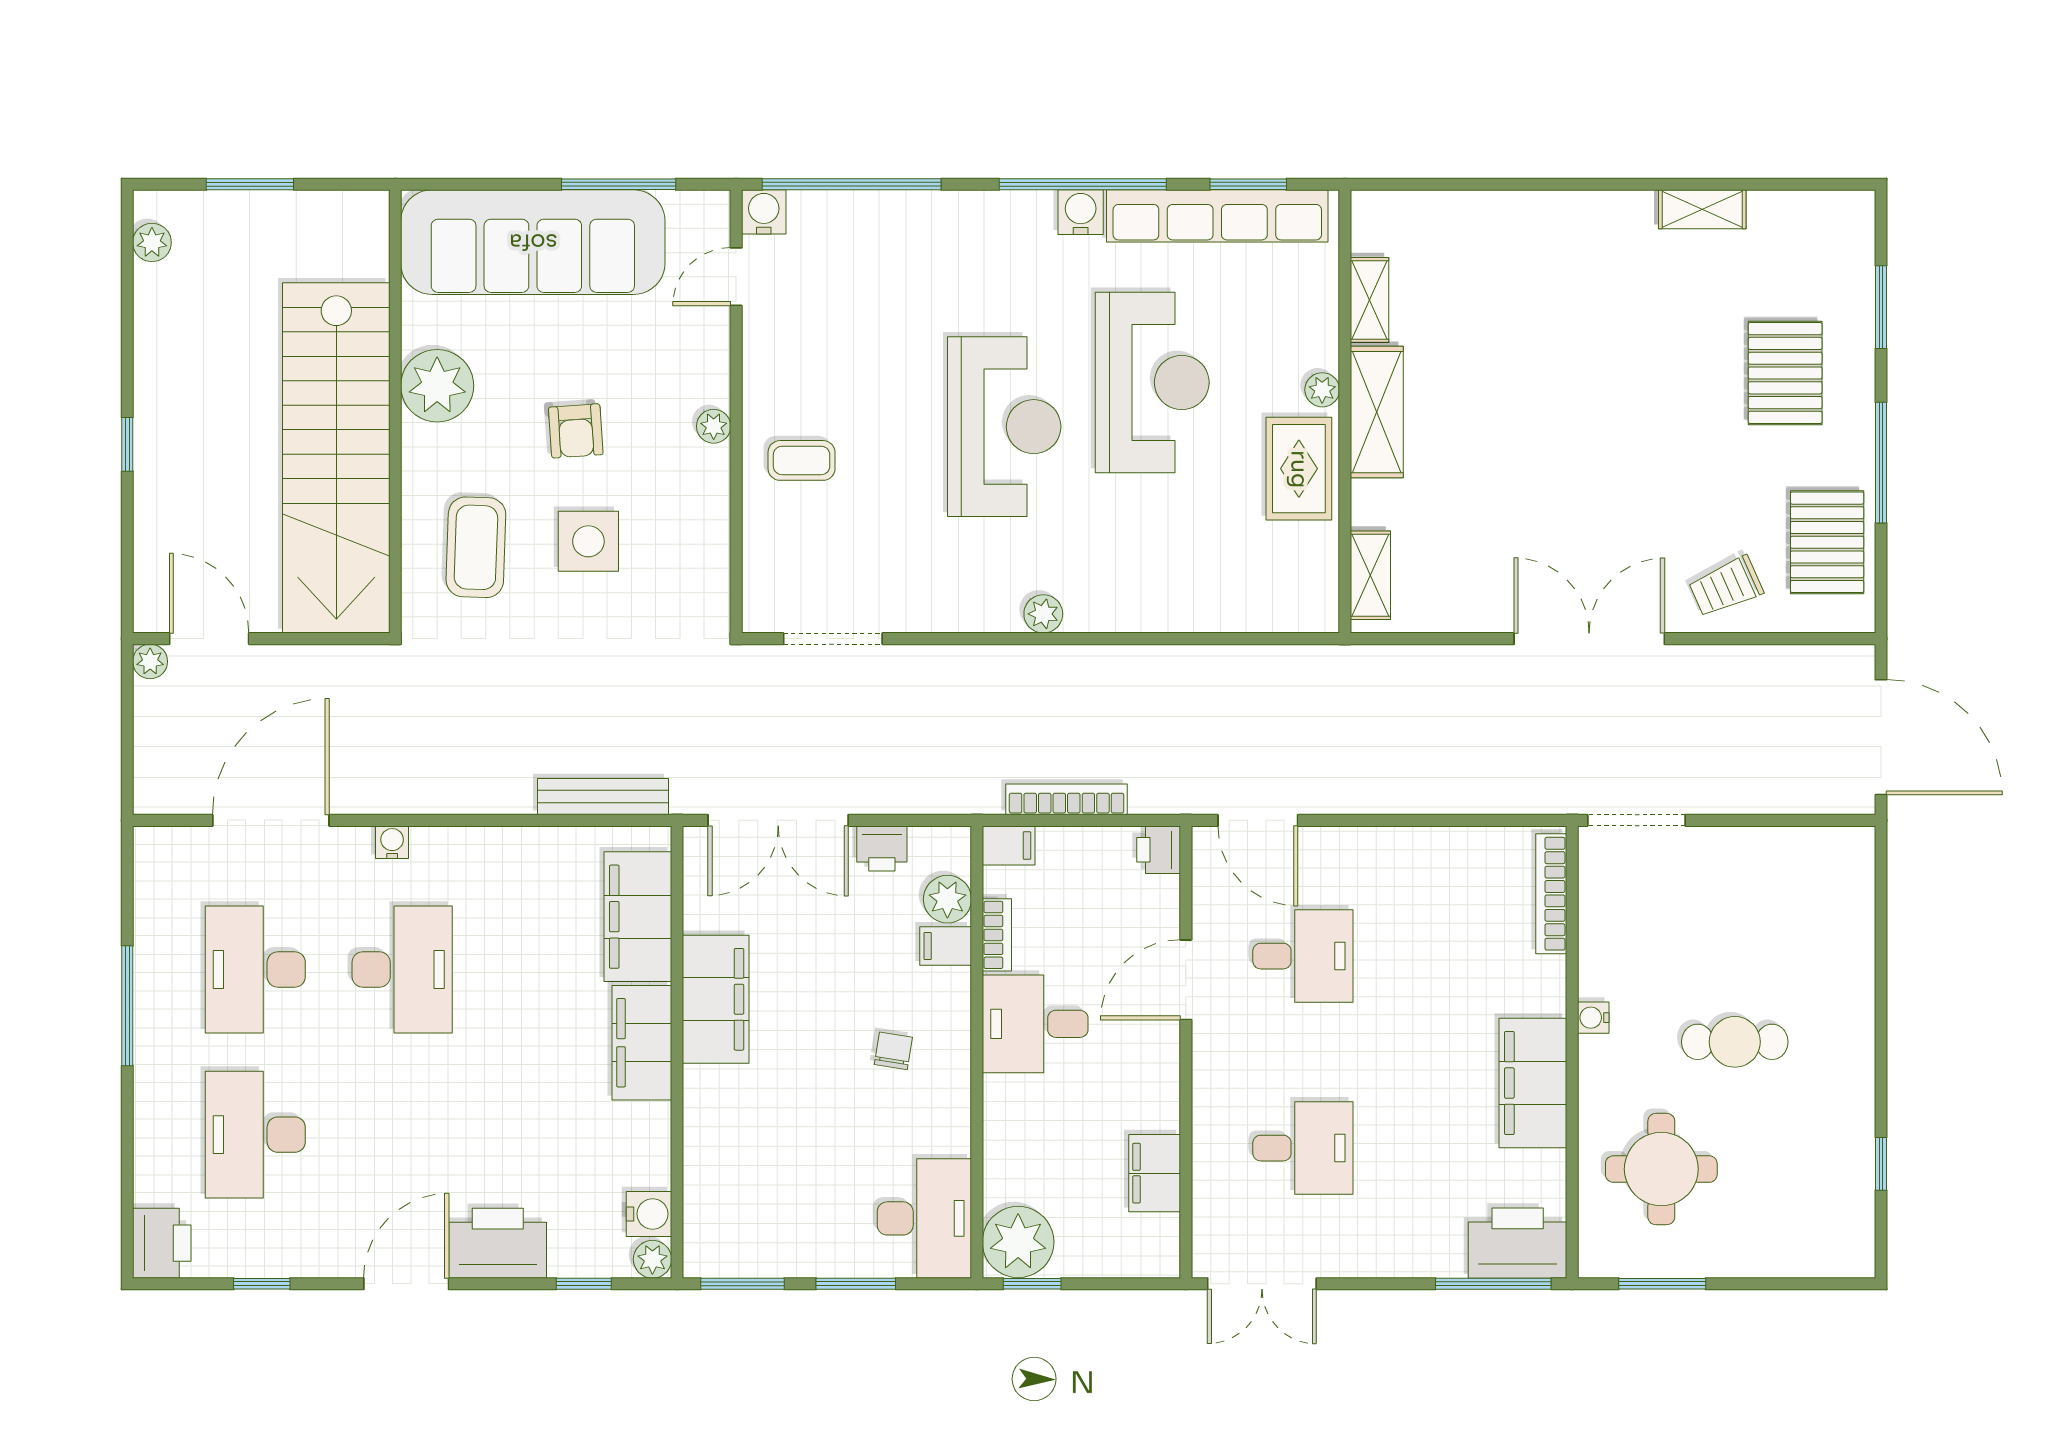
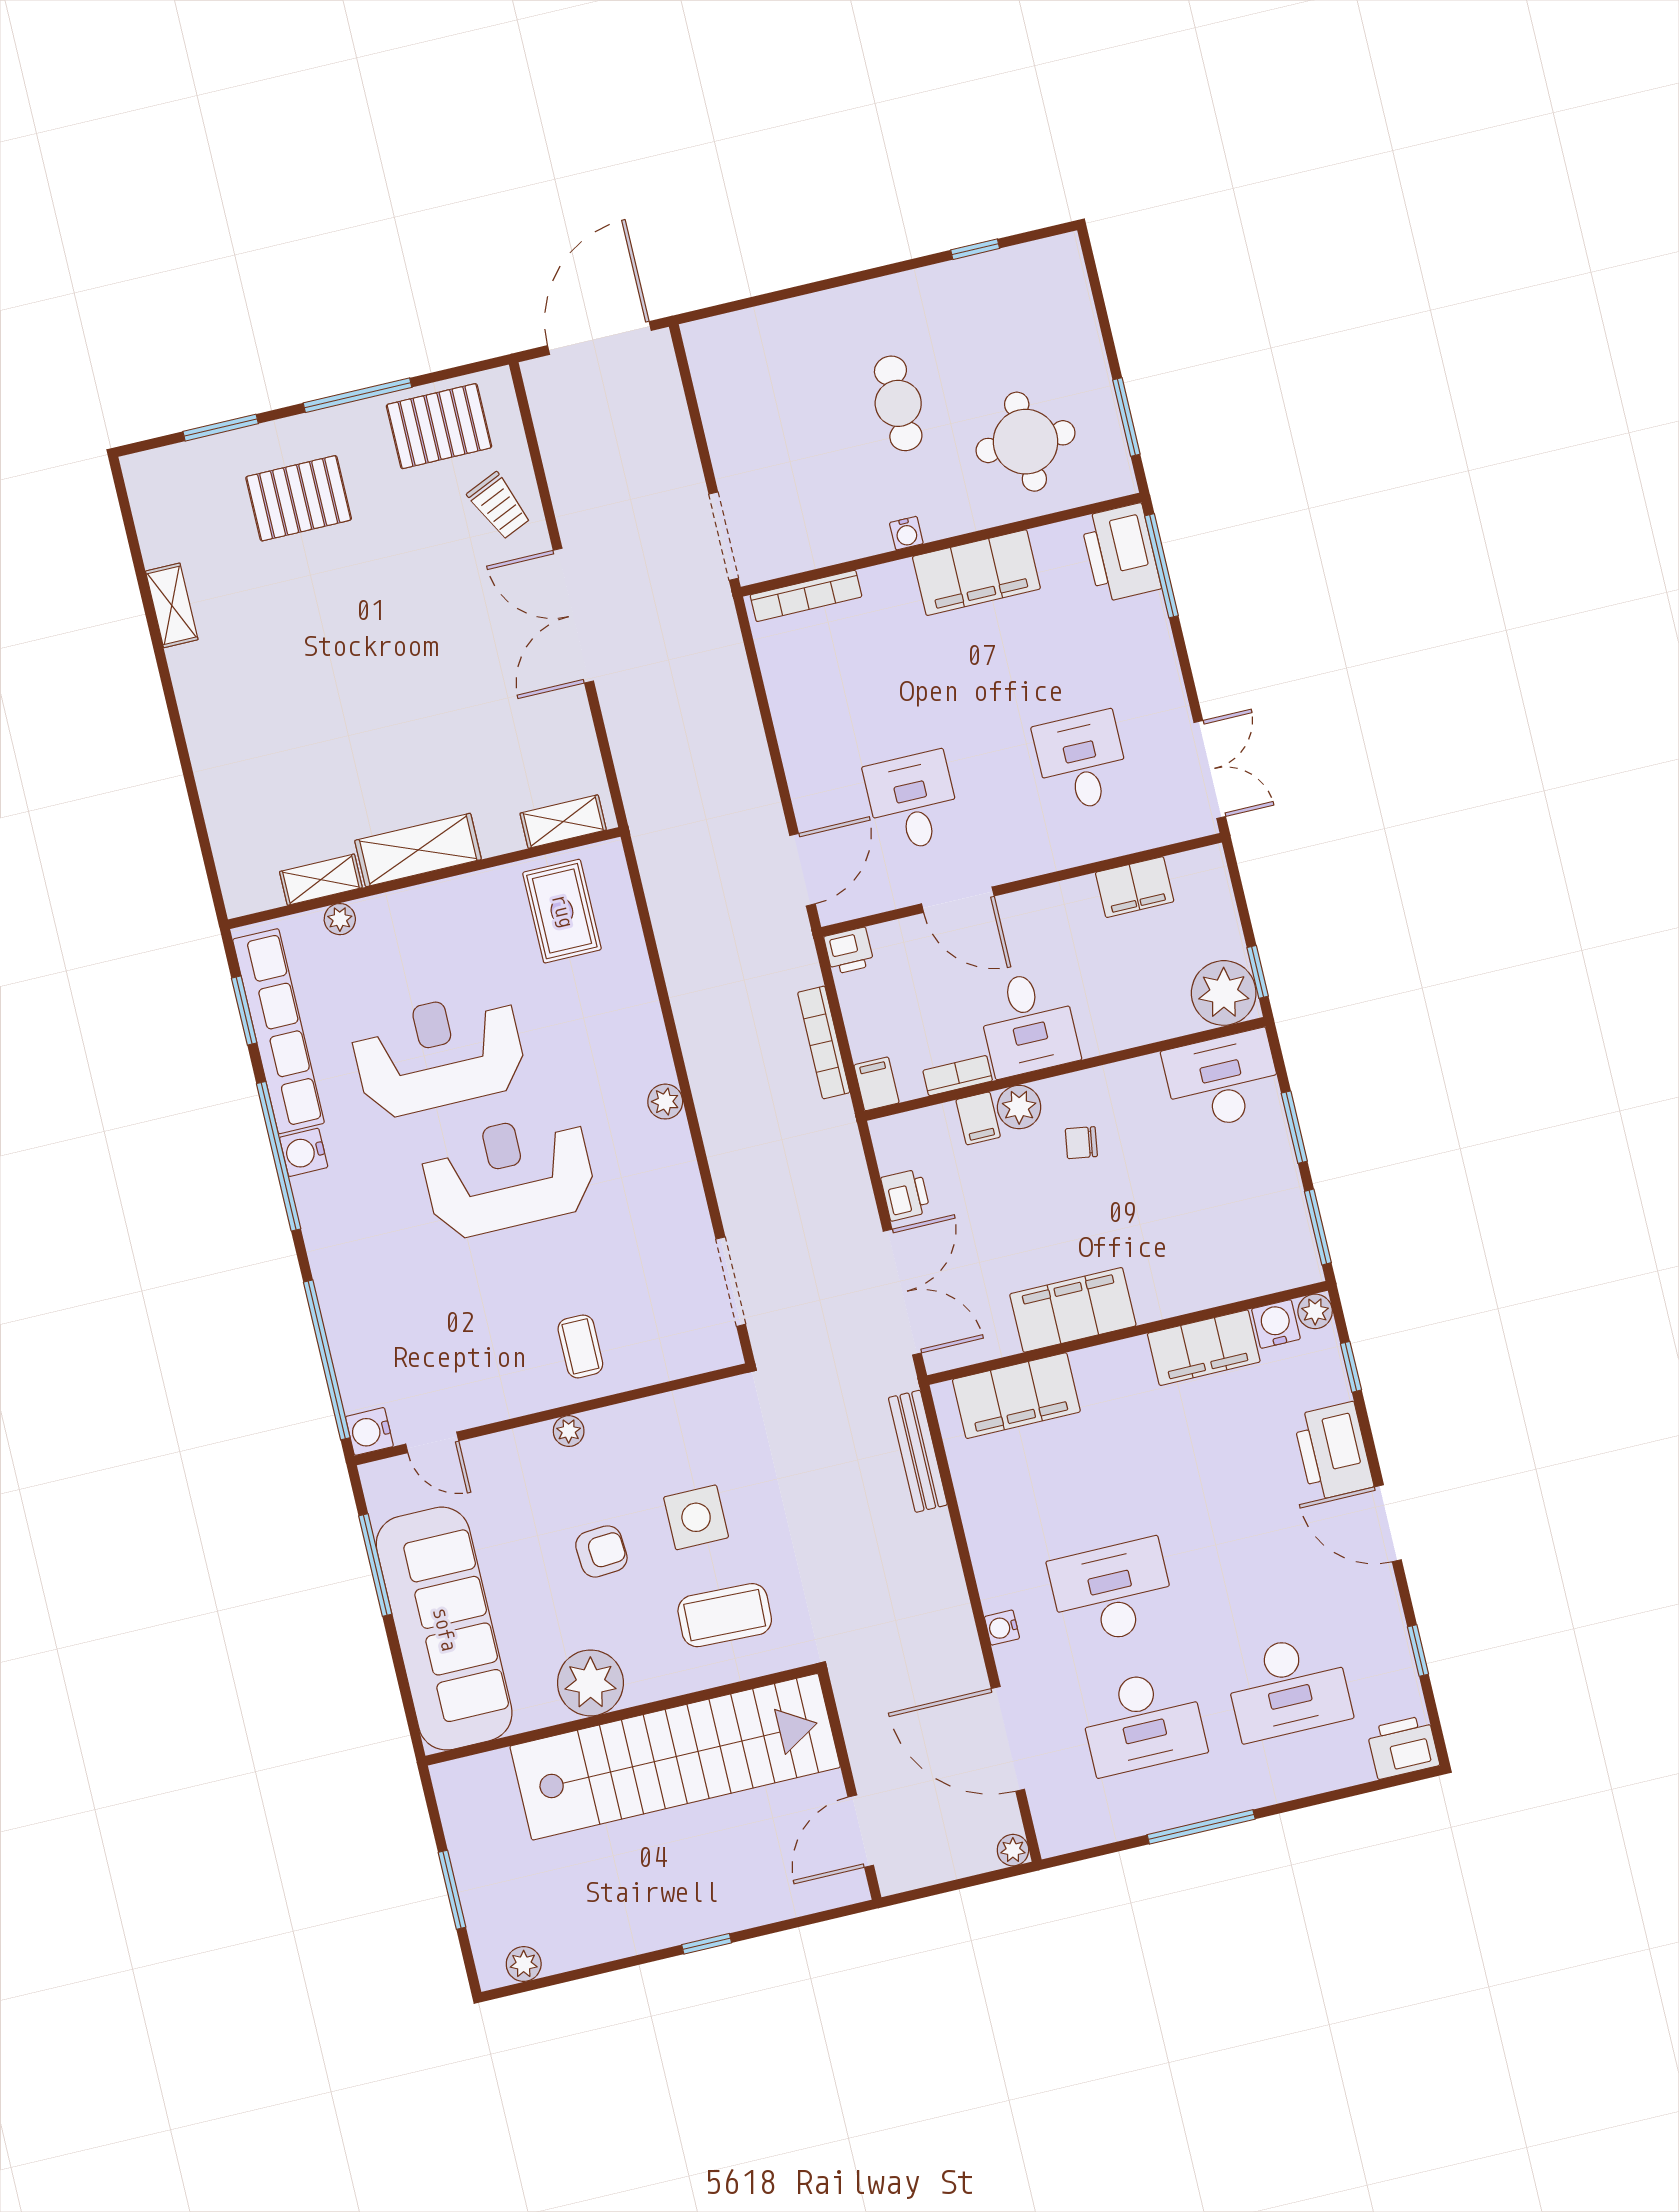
plant: (1322, 390) -> (340, 919), moved
rug: (1299, 469) -> (562, 911), moved, turned 90
plant: (150, 661) -> (1013, 1850), moved
plant: (947, 899) -> (1019, 1107), moved
filing cabinet: (642, 1043) -> (1204, 1348), moved

